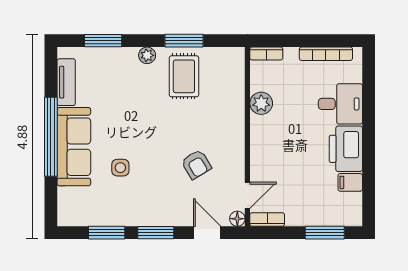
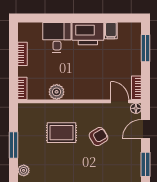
bookcase: (326, 54) -> (22, 54), width x0.64
rug: (184, 76) -> (61, 133), moved

